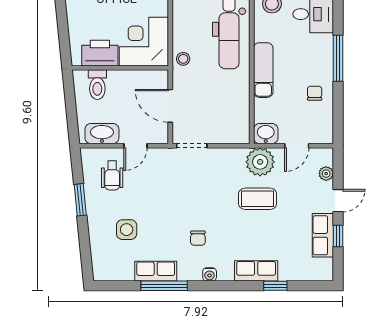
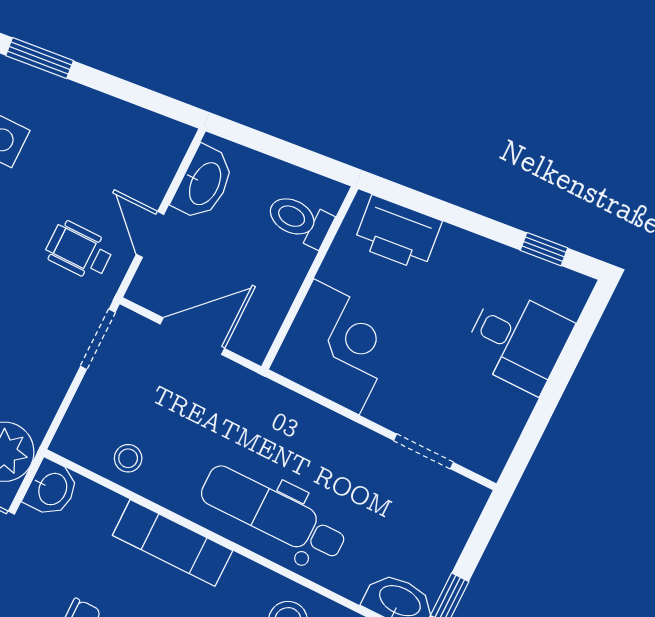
printer: (100, 53) -> (398, 233), moved, turned 84
stool: (183, 59) -> (128, 458), moved
wheelchair: (112, 175) -> (79, 251), moved
window: (80, 200) -> (40, 58), moved

